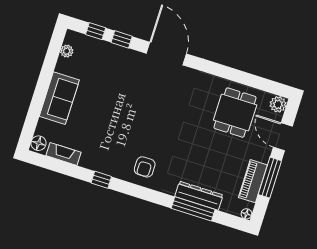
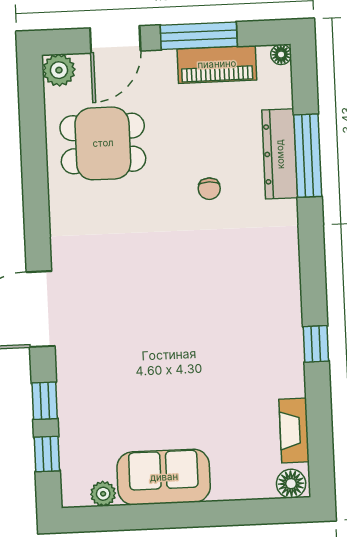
sofa: (59, 98) -> (164, 477), moved
chair: (195, 156) -> (209, 189), added
armchair: (145, 167) -> (263, 273), removed

